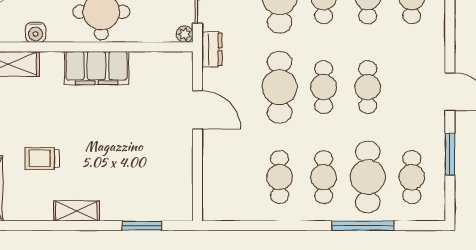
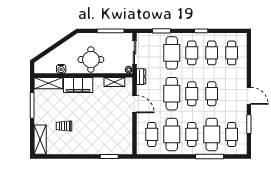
filing cabinet: (97, 68) -> (78, 85), moved
cafe table: (236, 177) -> (152, 134), added
cafe table: (280, 177) -> (172, 134), width x1.37, depth x1.35
shelving: (77, 211) -> (114, 82), moved

